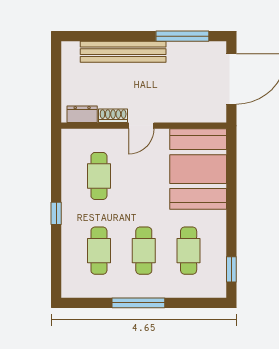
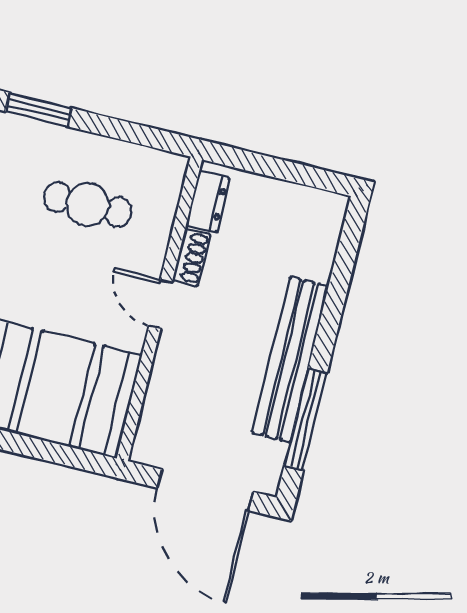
bench: (123, 52) -> (290, 360), moved
window: (56, 213) -> (38, 110), width x1.50

